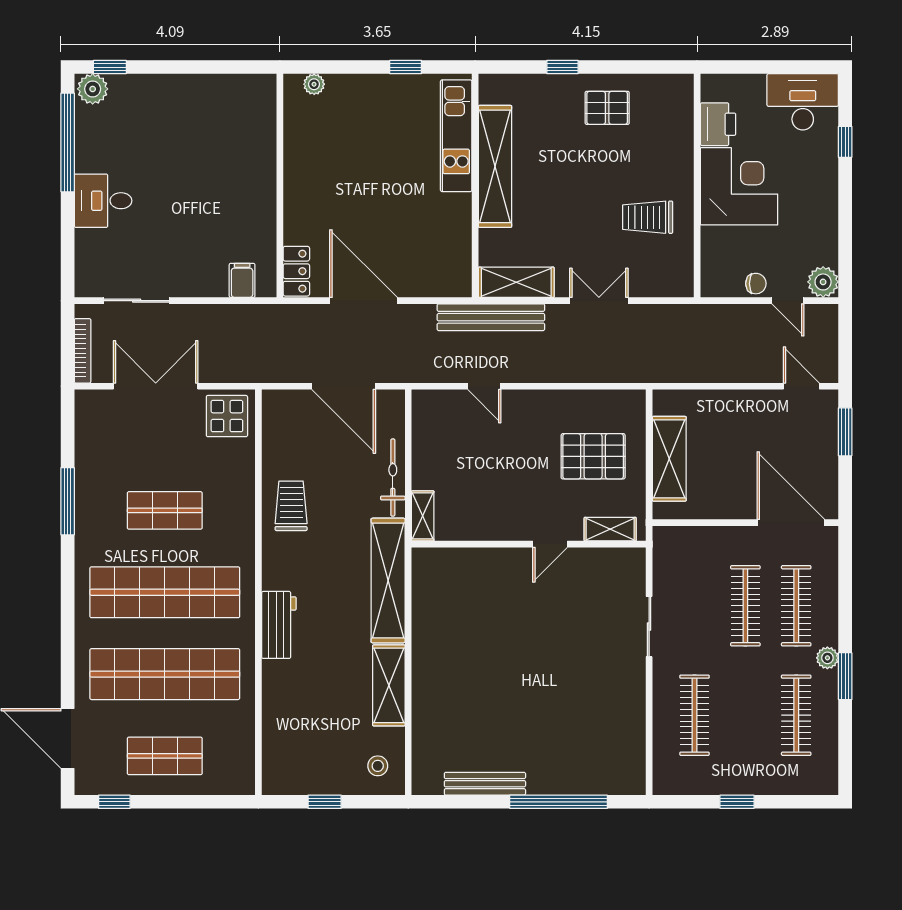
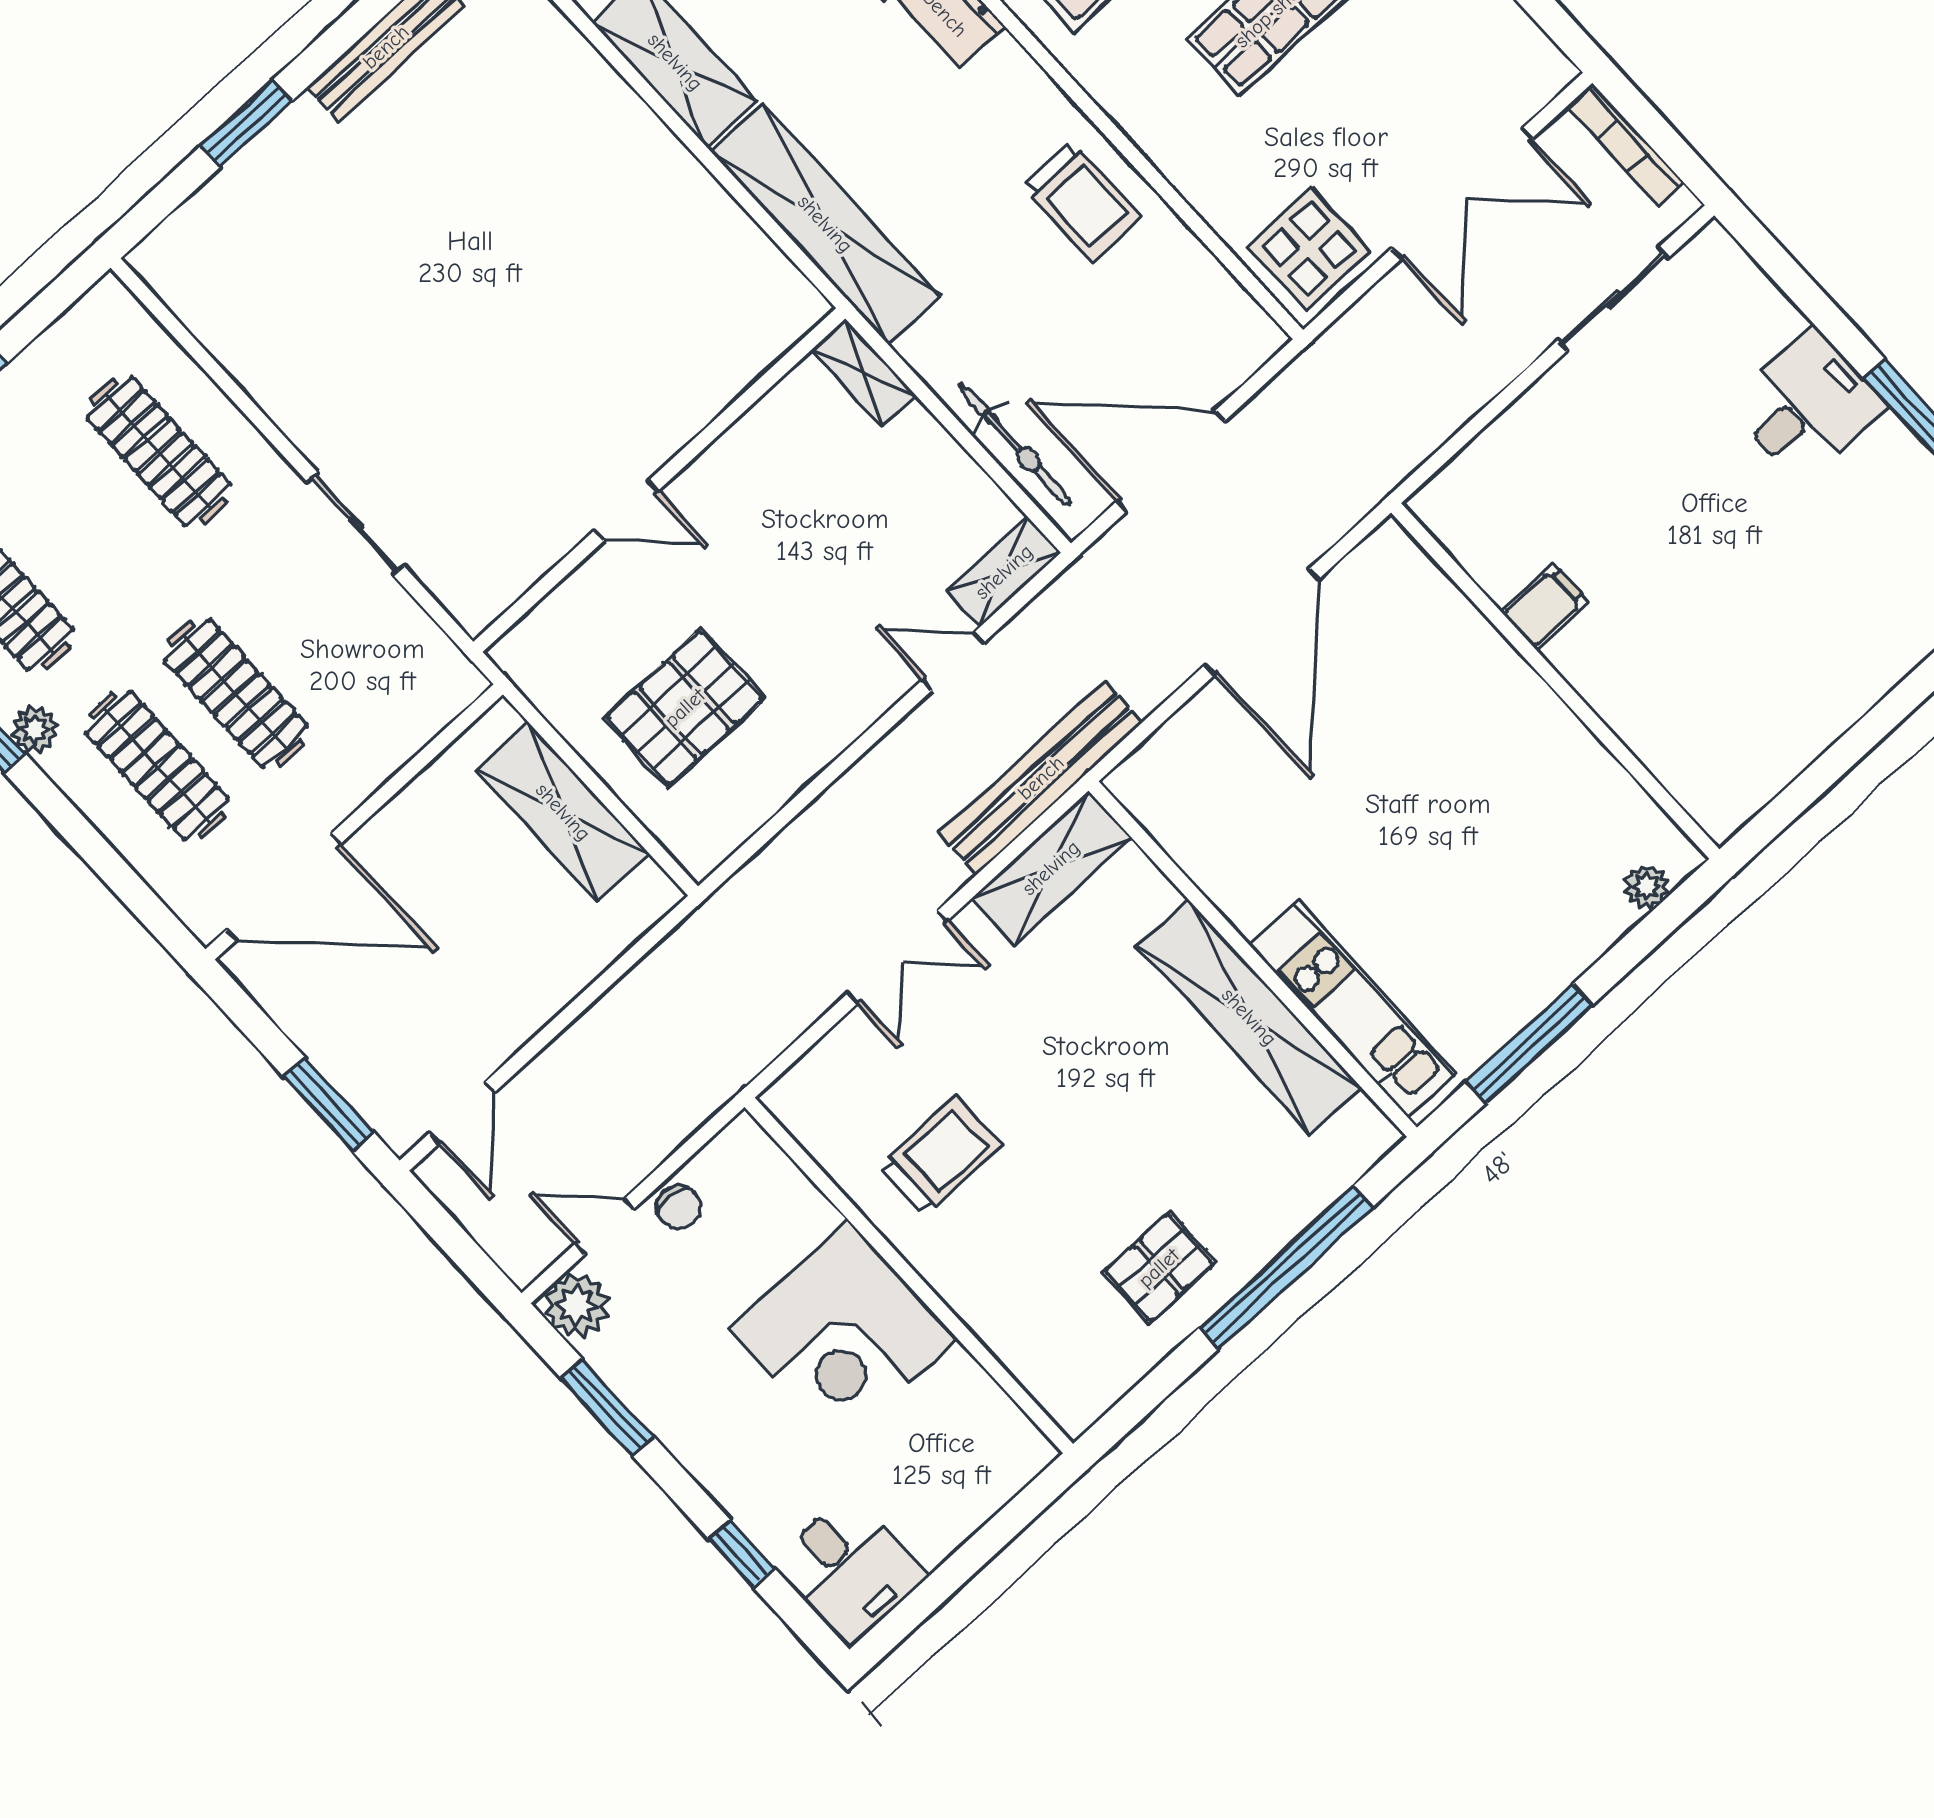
window: (406, 67) -> (1529, 1044), width x2.17
window: (562, 67) -> (1286, 1267), width x3.17
desk: (803, 102) -> (850, 1569), width x0.73
printer: (718, 124) -> (964, 1400), removed
window: (845, 236) -> (608, 1408), added
locker: (296, 271) -> (1408, 572), removed
filing cabinet: (242, 280) -> (1545, 606), moved, turned -90
chair: (756, 284) -> (678, 1207), turned -90
door: (364, 301) -> (1262, 622), hinge flipped
door: (801, 386) -> (462, 1113), hinge flipped
bicycle: (393, 478) -> (1015, 445), moved
shelving: (610, 529) -> (1004, 572), moved
door: (550, 544) -> (626, 510), swing flipped
window: (559, 802) -> (246, 124), width x0.47

